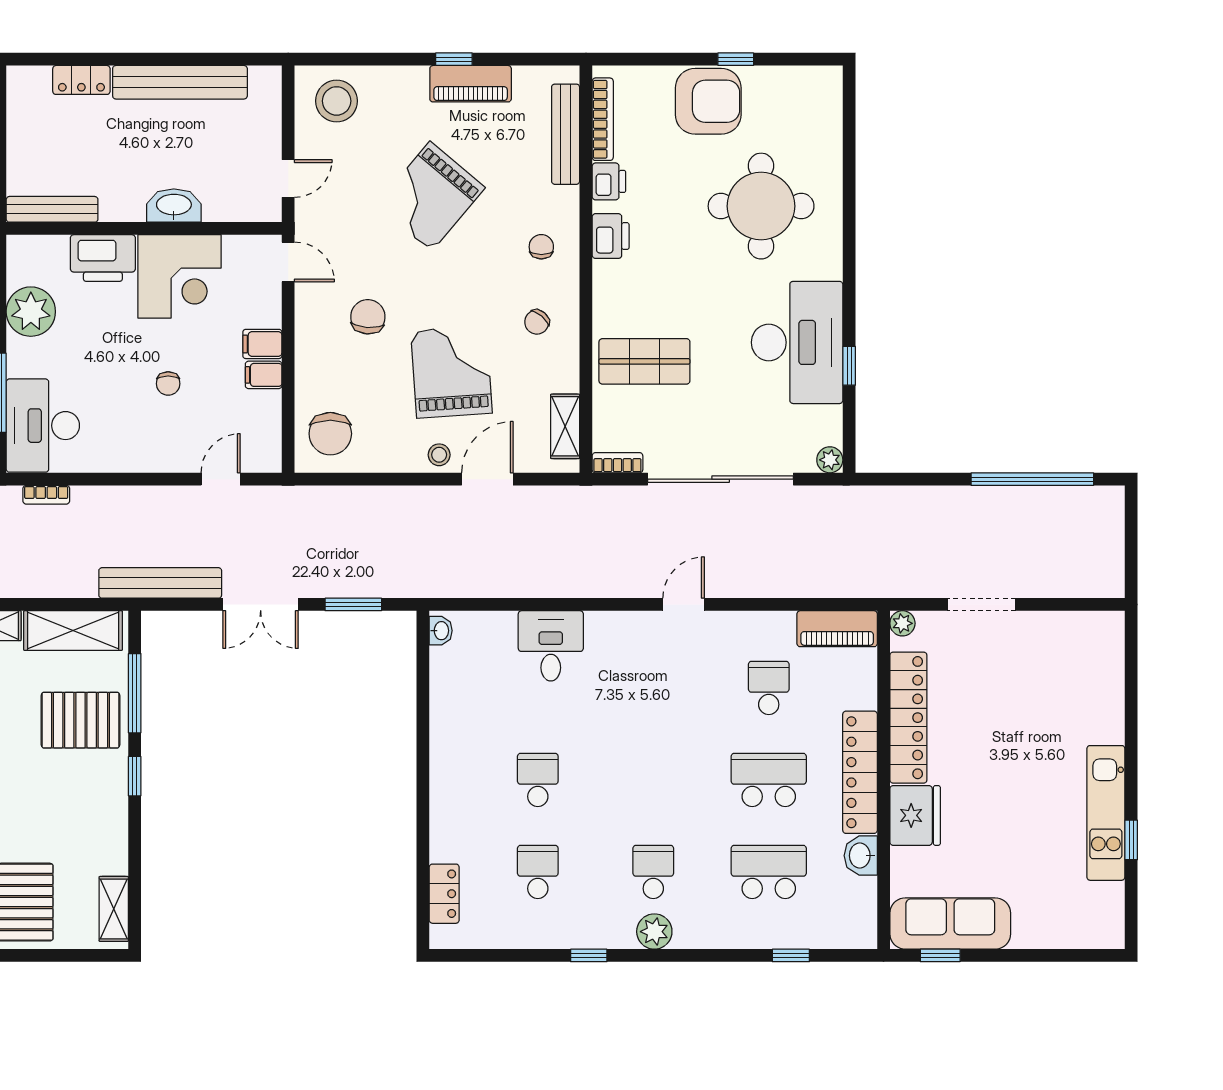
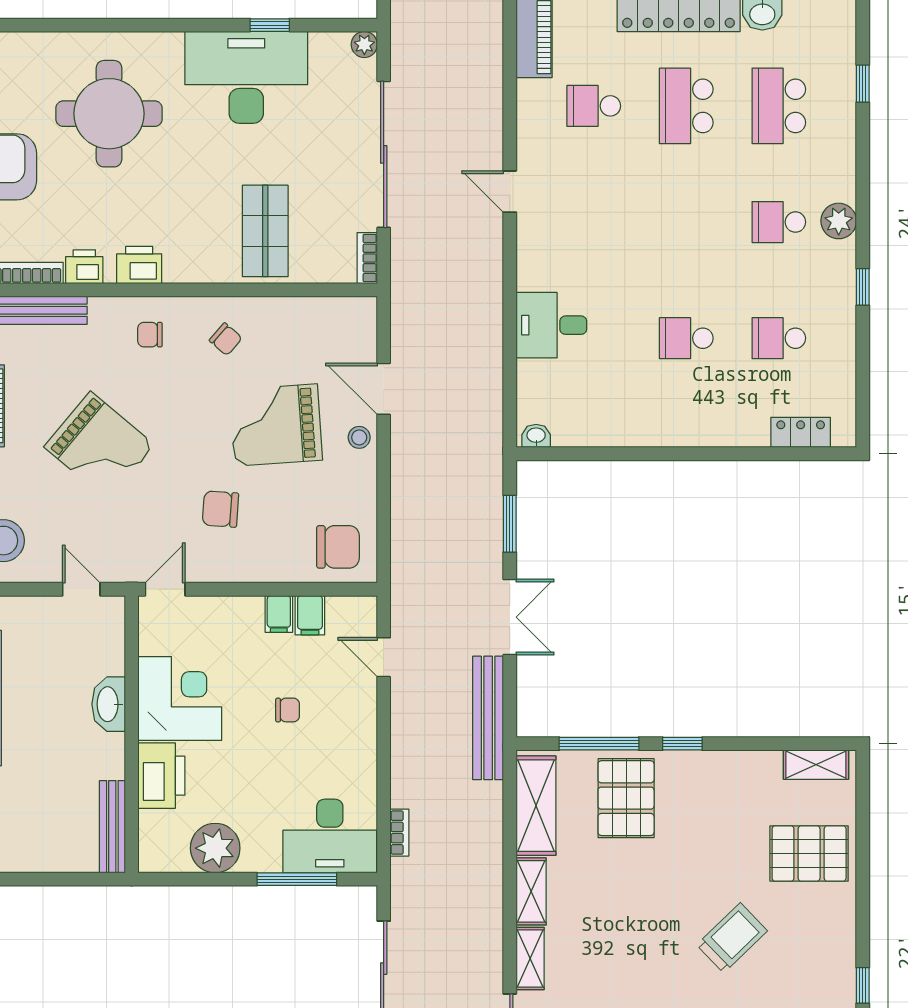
filing cabinet: (262, 344) -> (310, 615), moved
shelving: (565, 426) -> (331, 311), removed

